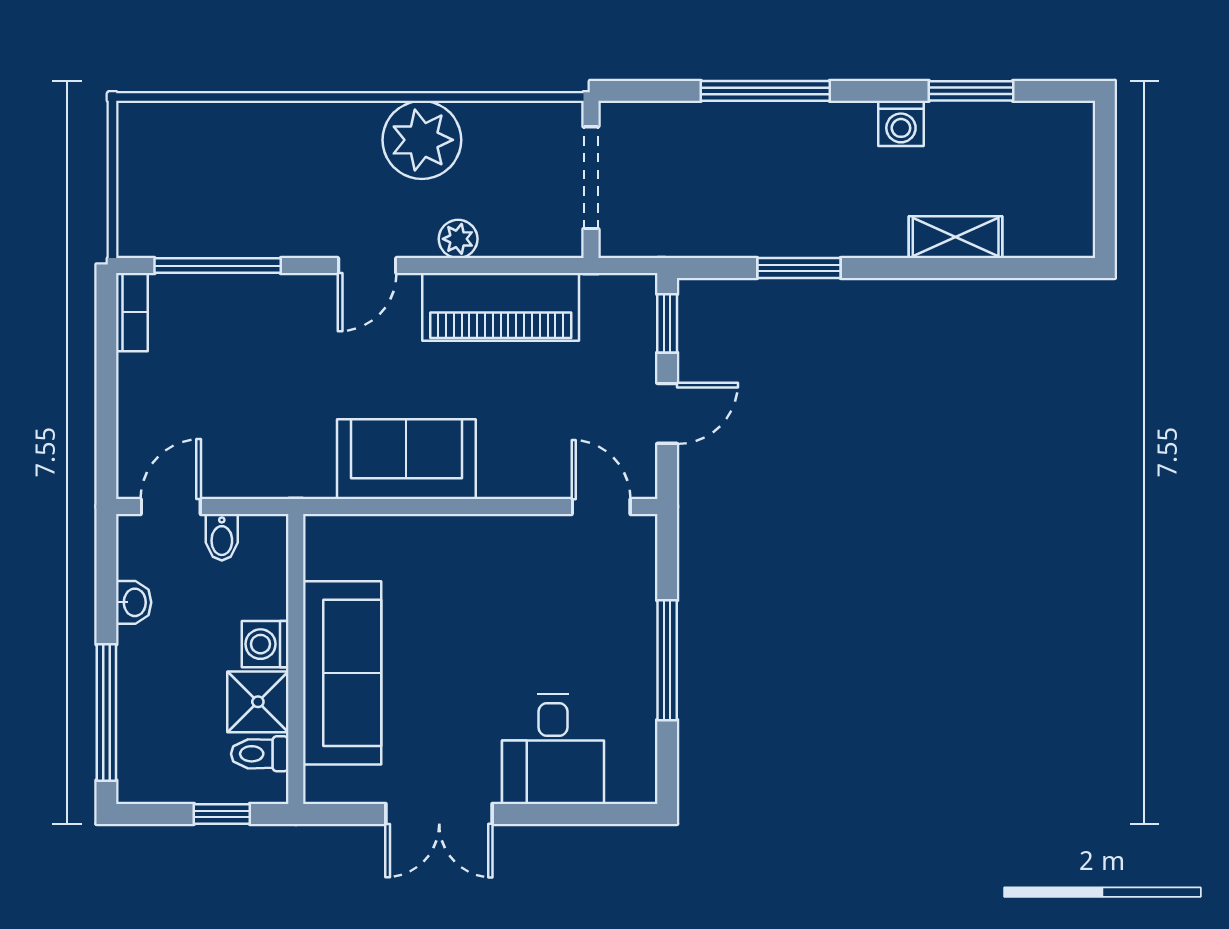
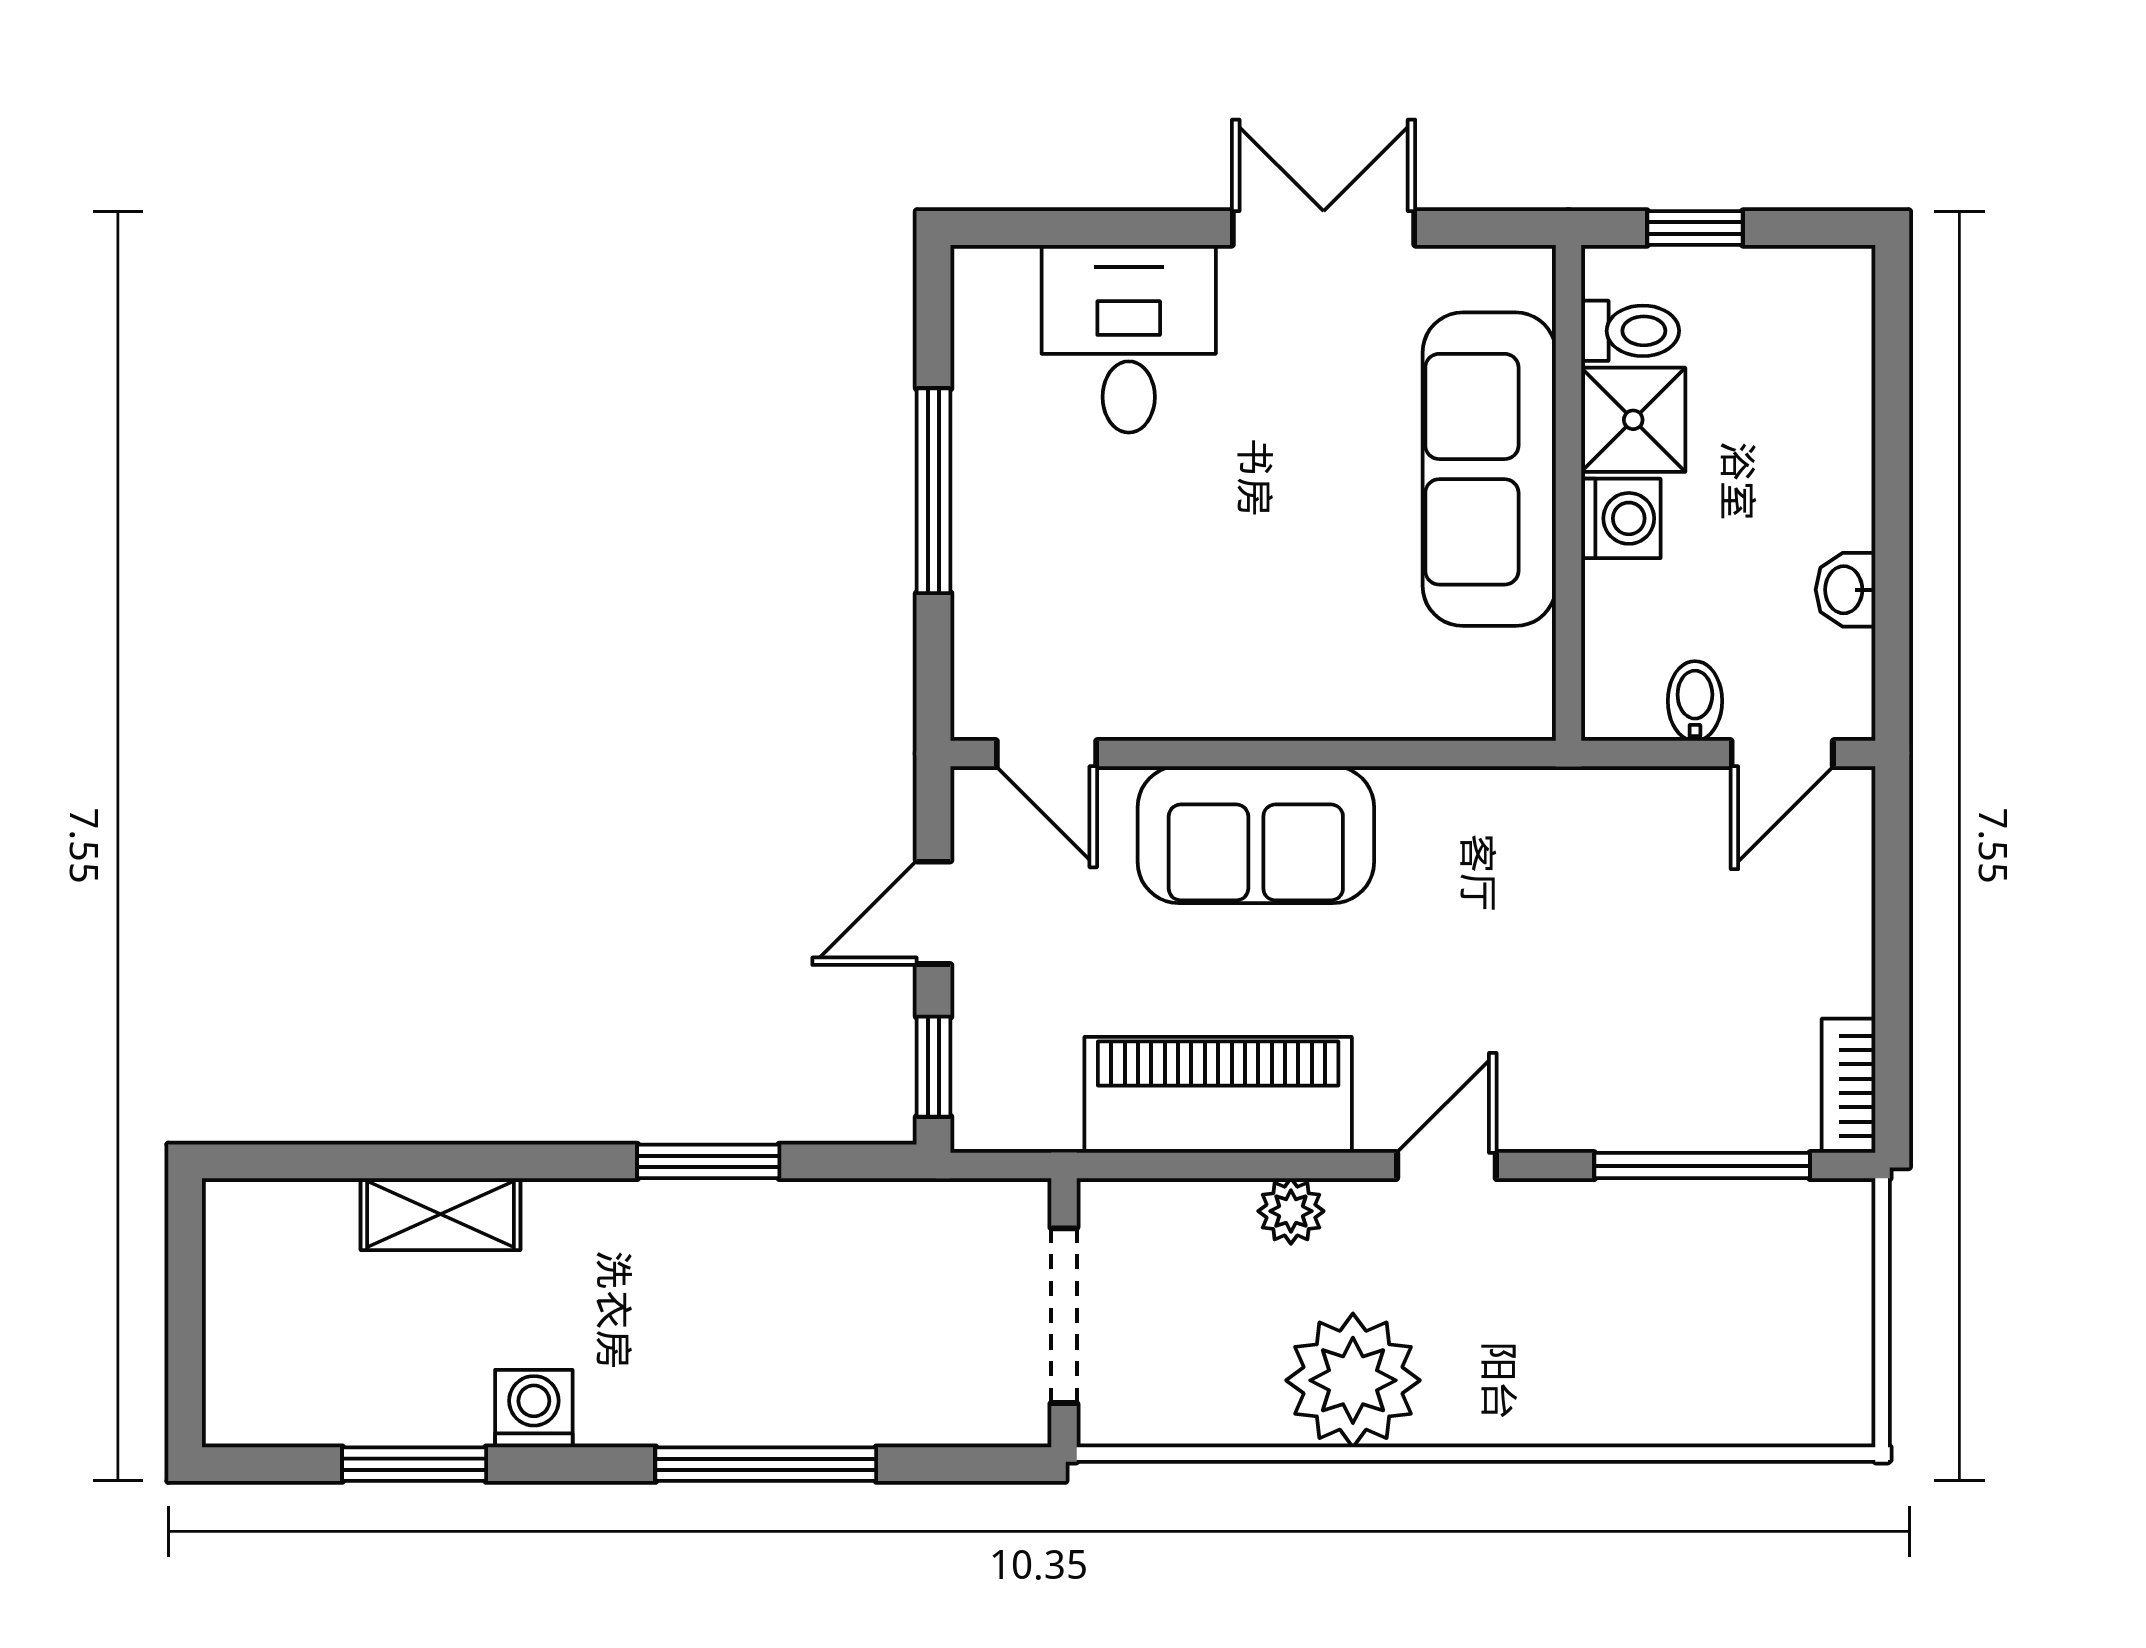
sofa: (406, 459) -> (1256, 835), moved
window: (106, 712) -> (1892, 402), removed

